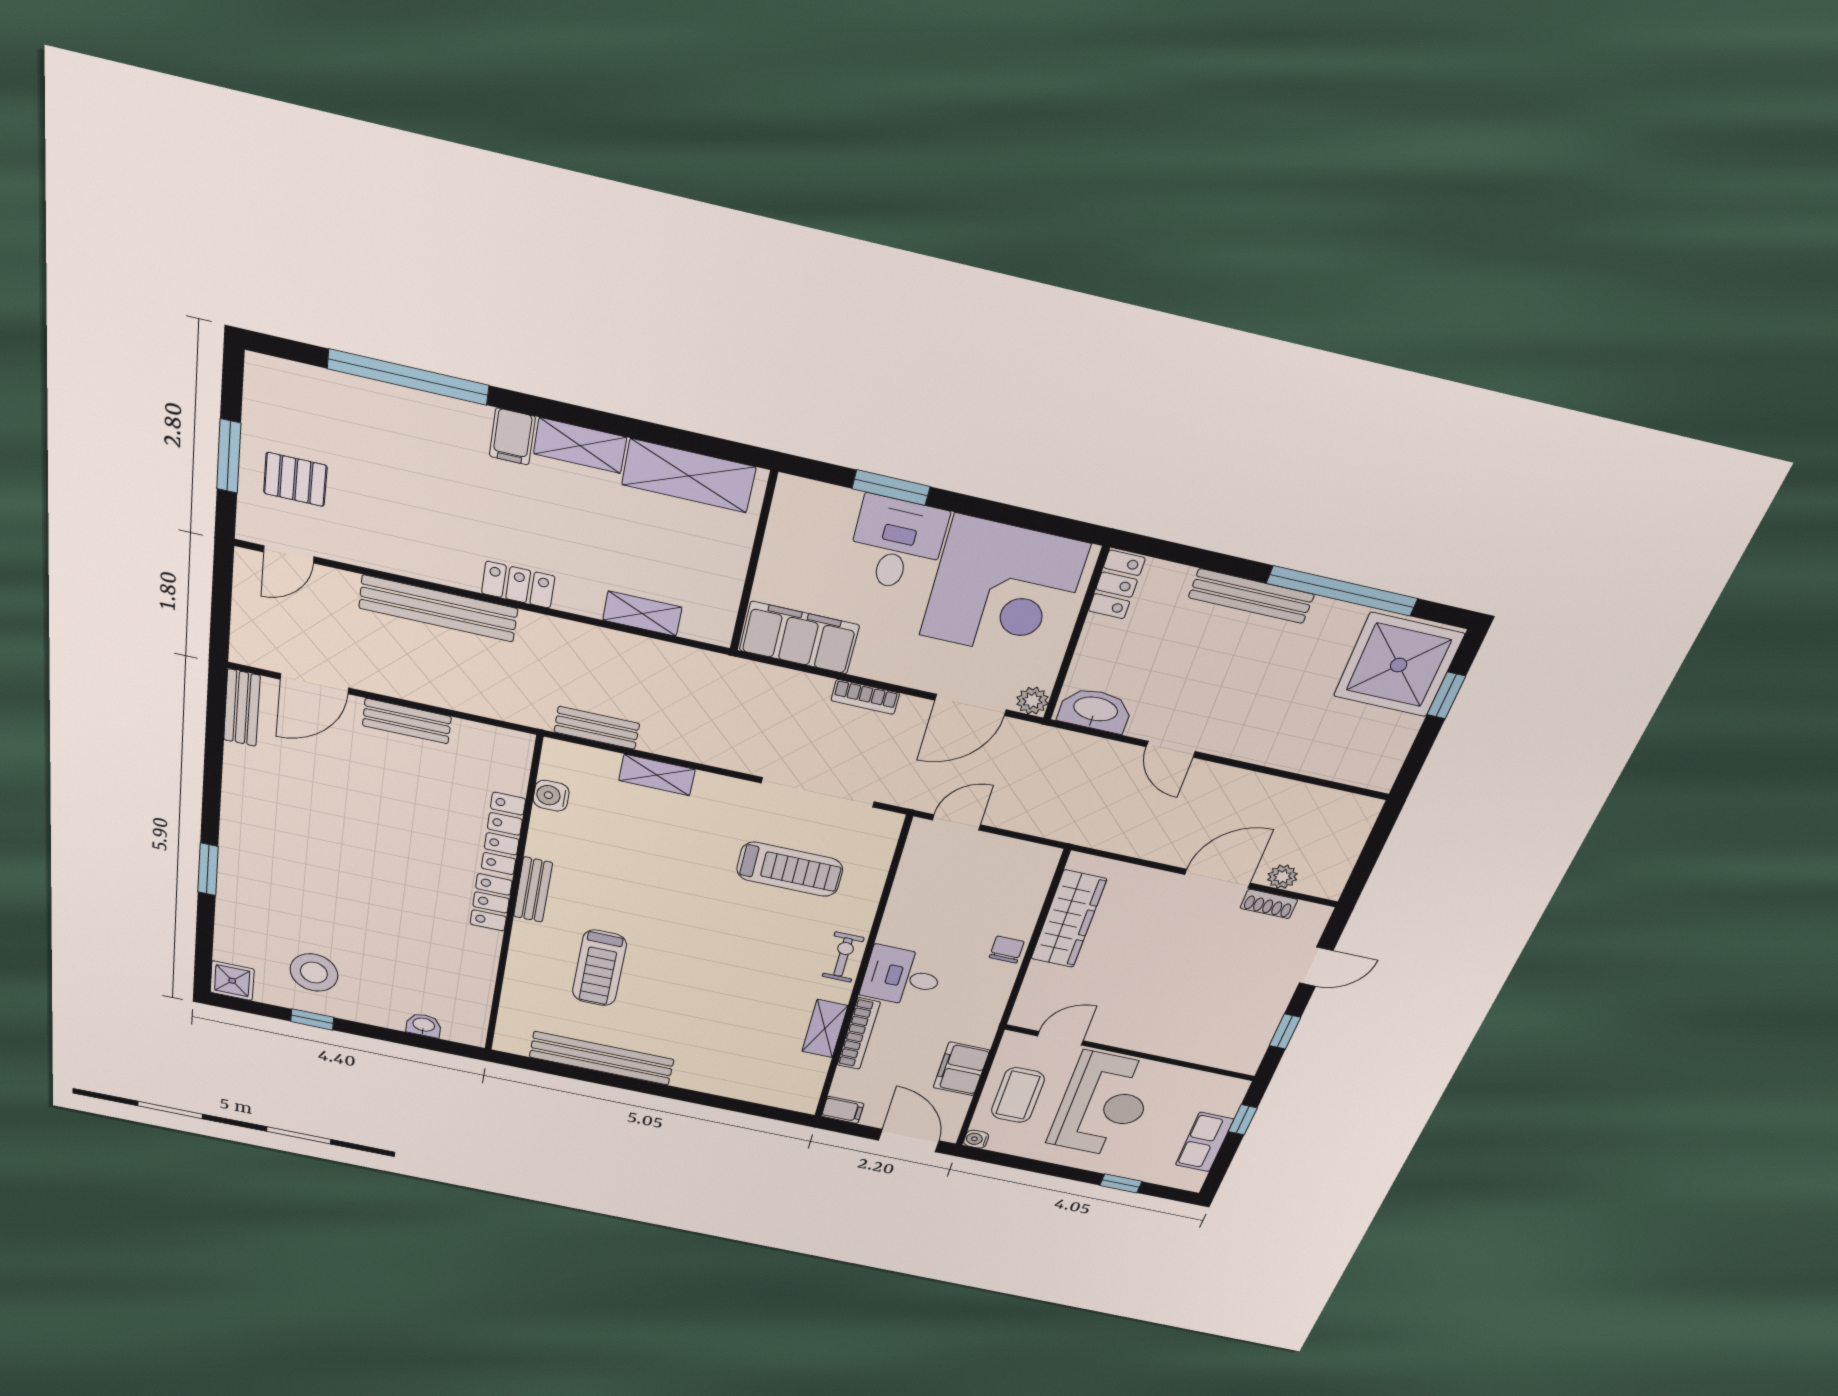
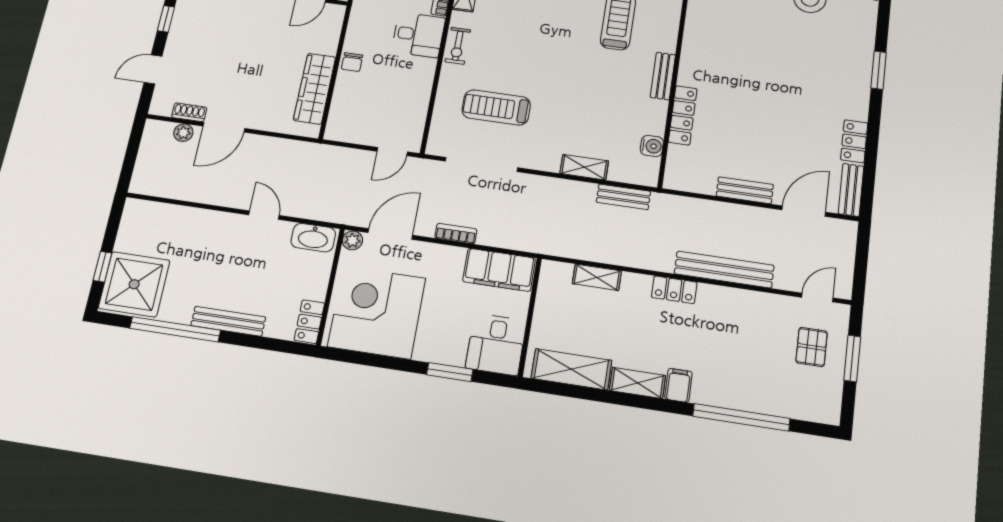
pallet: (295, 479) -> (812, 347), turned 90
desk: (897, 544) -> (496, 344), moved
locker: (491, 902) -> (854, 141), moved, turned 180

